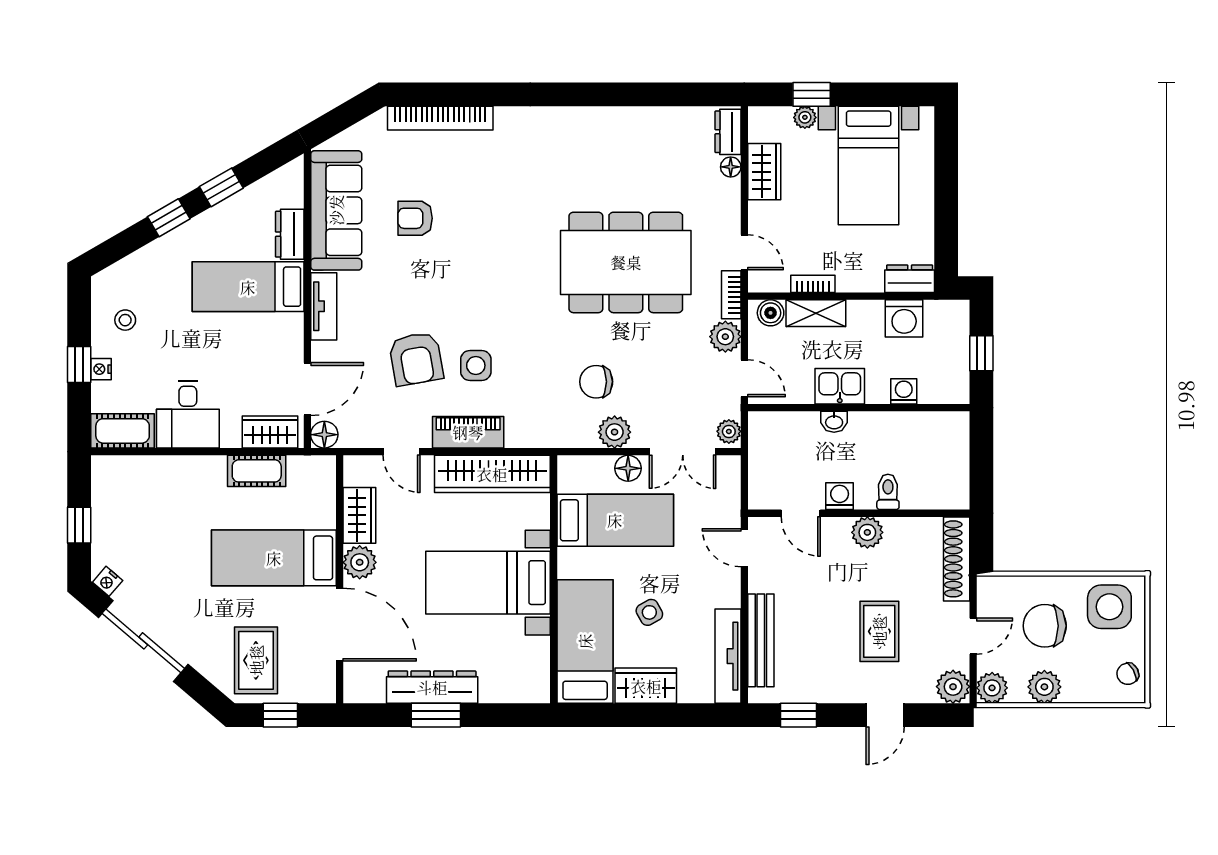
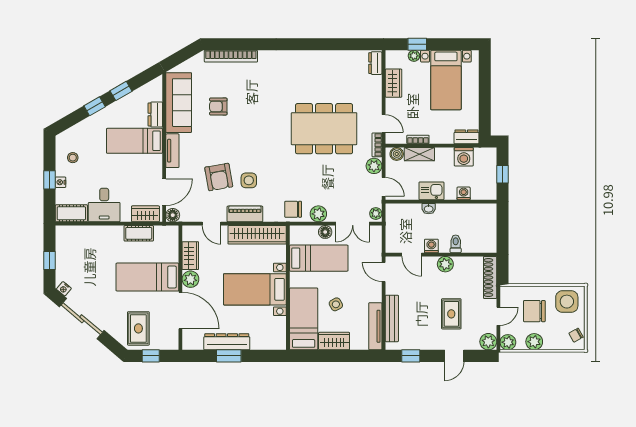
floor lamp: (731, 167) -> (377, 81), removed
chair: (596, 382) -> (293, 209), moved

